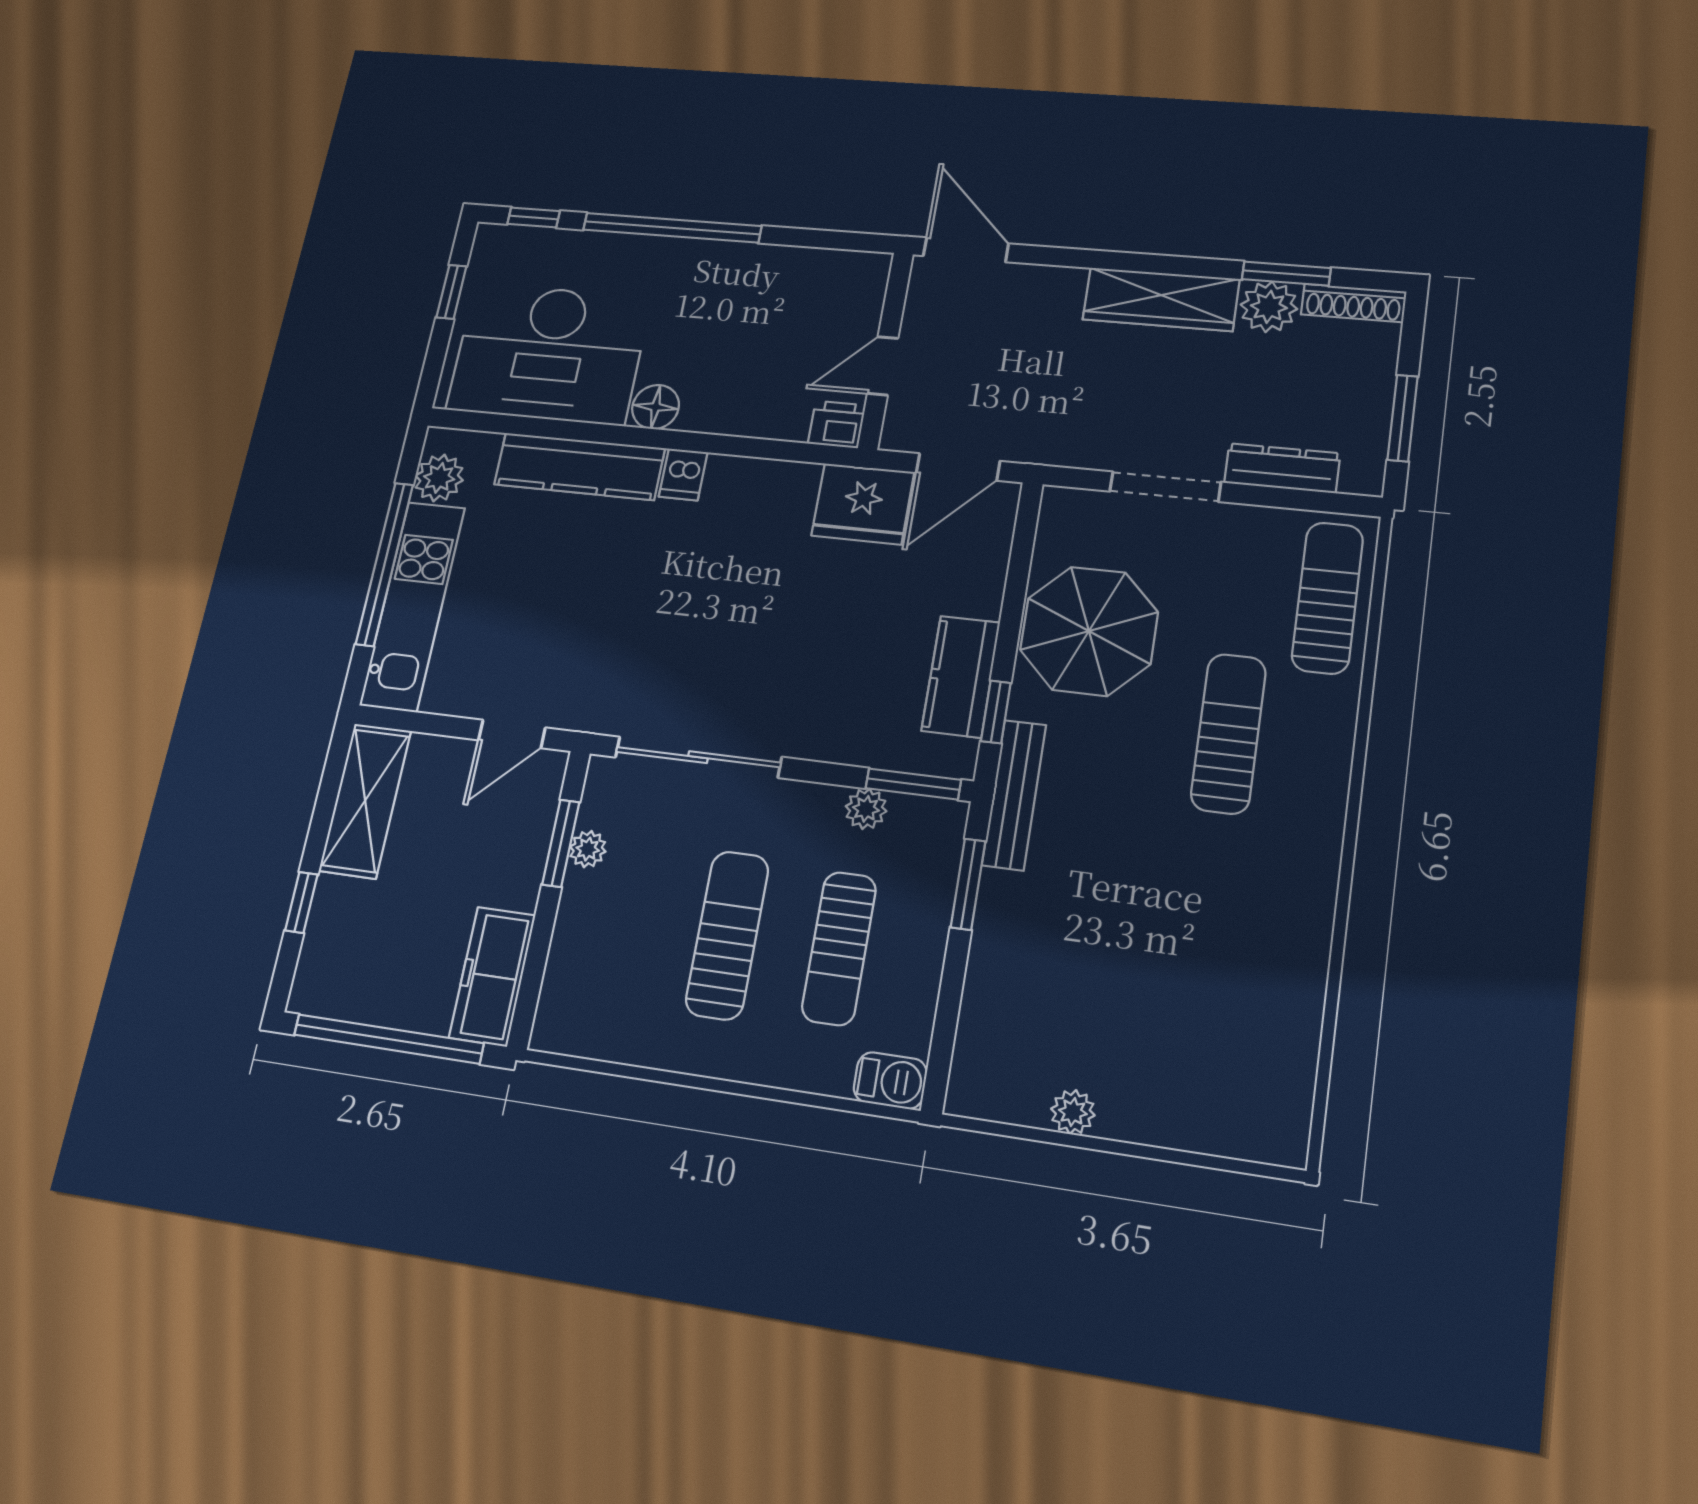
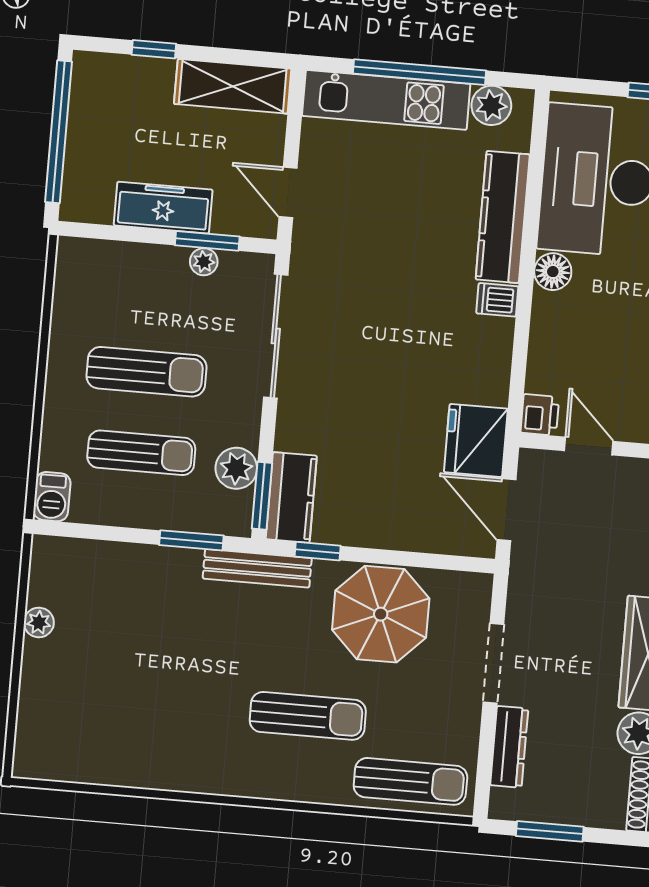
kitchen counter: (961, 677) -> (291, 497), moved, turned 90
plant: (866, 809) -> (236, 468), width x1.38, depth x1.38
sun lounger: (839, 948) -> (141, 453), turned 180
freezer: (492, 976) -> (163, 208), moved

